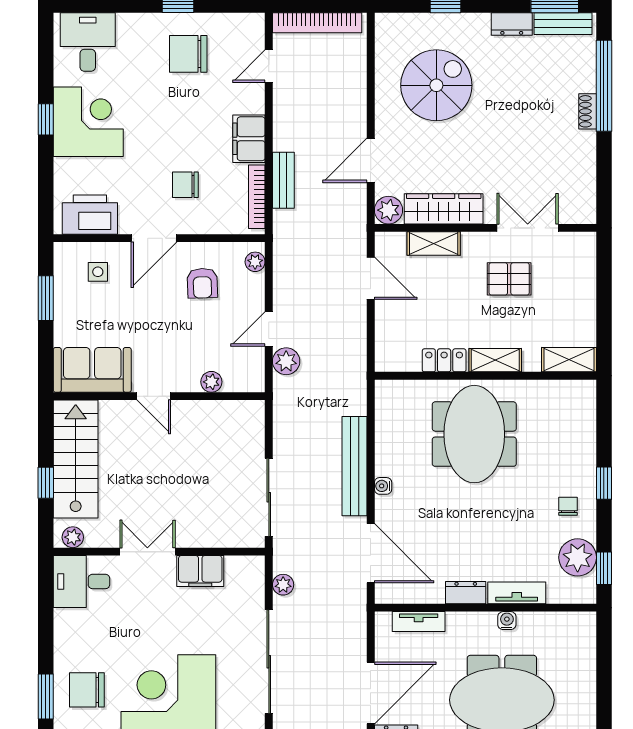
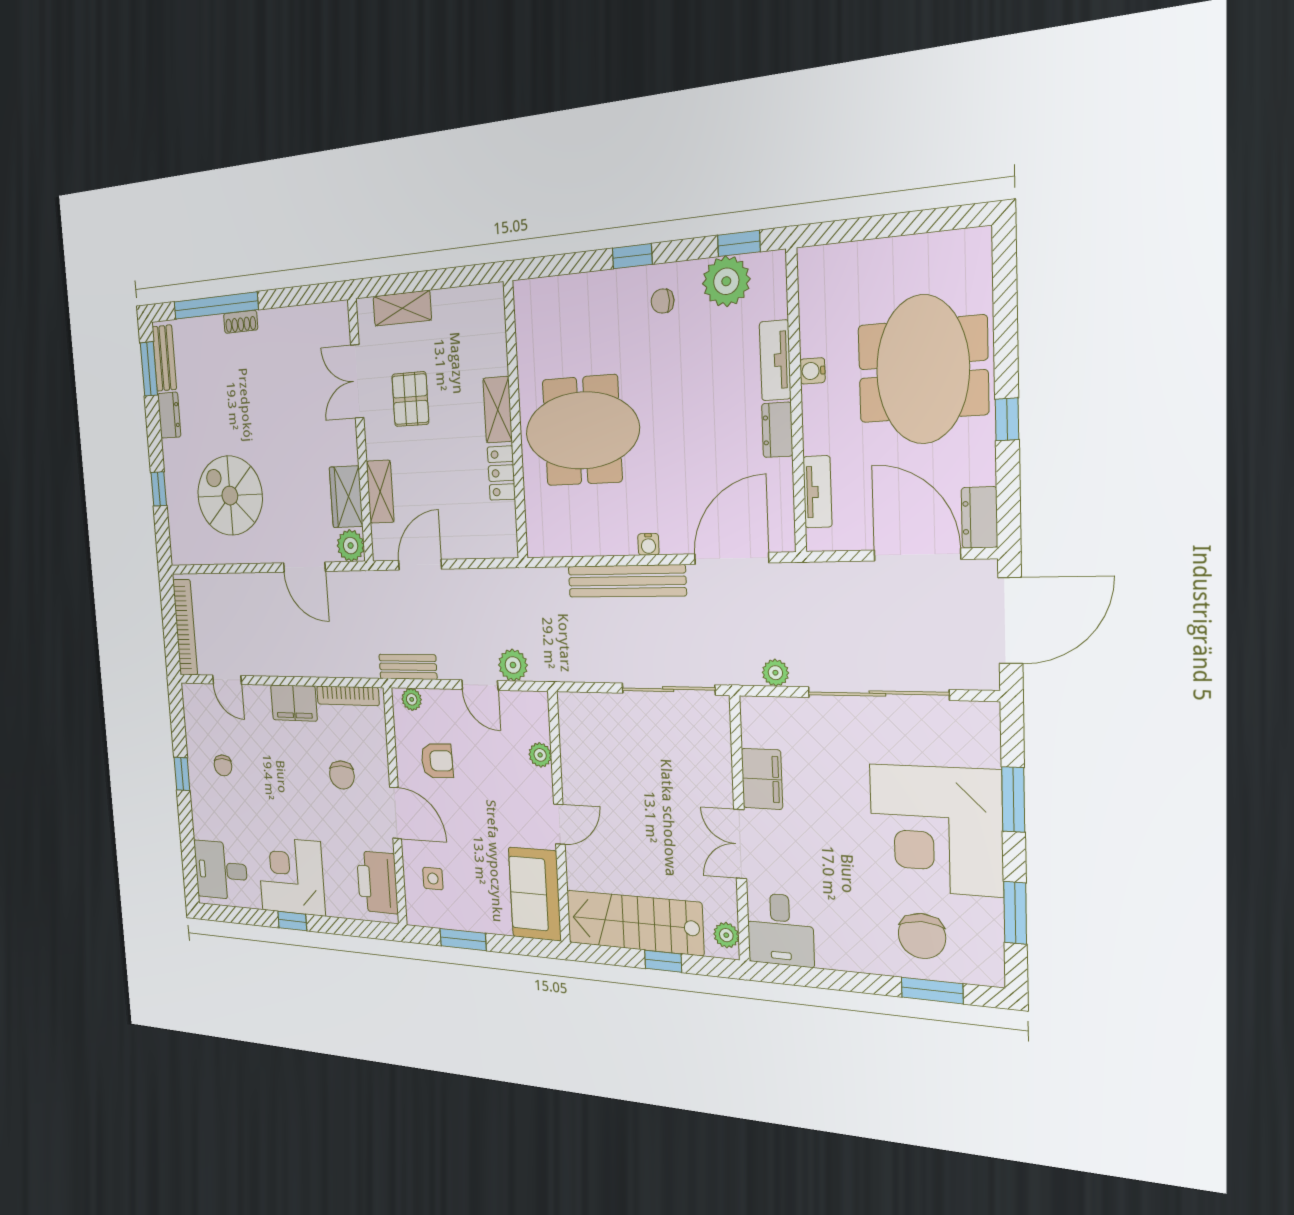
chair: (188, 54) -> (223, 765), width x0.54, depth x0.54
bench: (283, 180) -> (408, 667), moved
wardrobe: (444, 209) -> (346, 497), width x0.67
shelving: (569, 360) -> (402, 308), moved, turned 90

